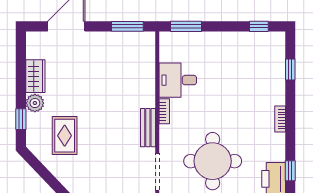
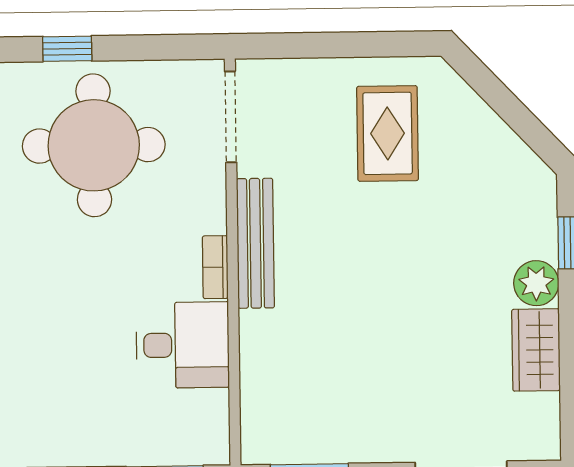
bench: (148, 128) -> (255, 243), width x1.36
rug: (65, 136) -> (388, 133), moved

